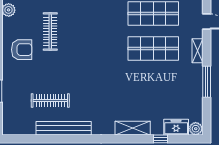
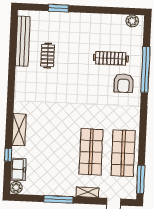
armchair: (22, 50) -> (124, 83), moved
clothes rail: (50, 101) -> (48, 55), width x0.73
bench: (64, 128) -> (23, 41), moved

